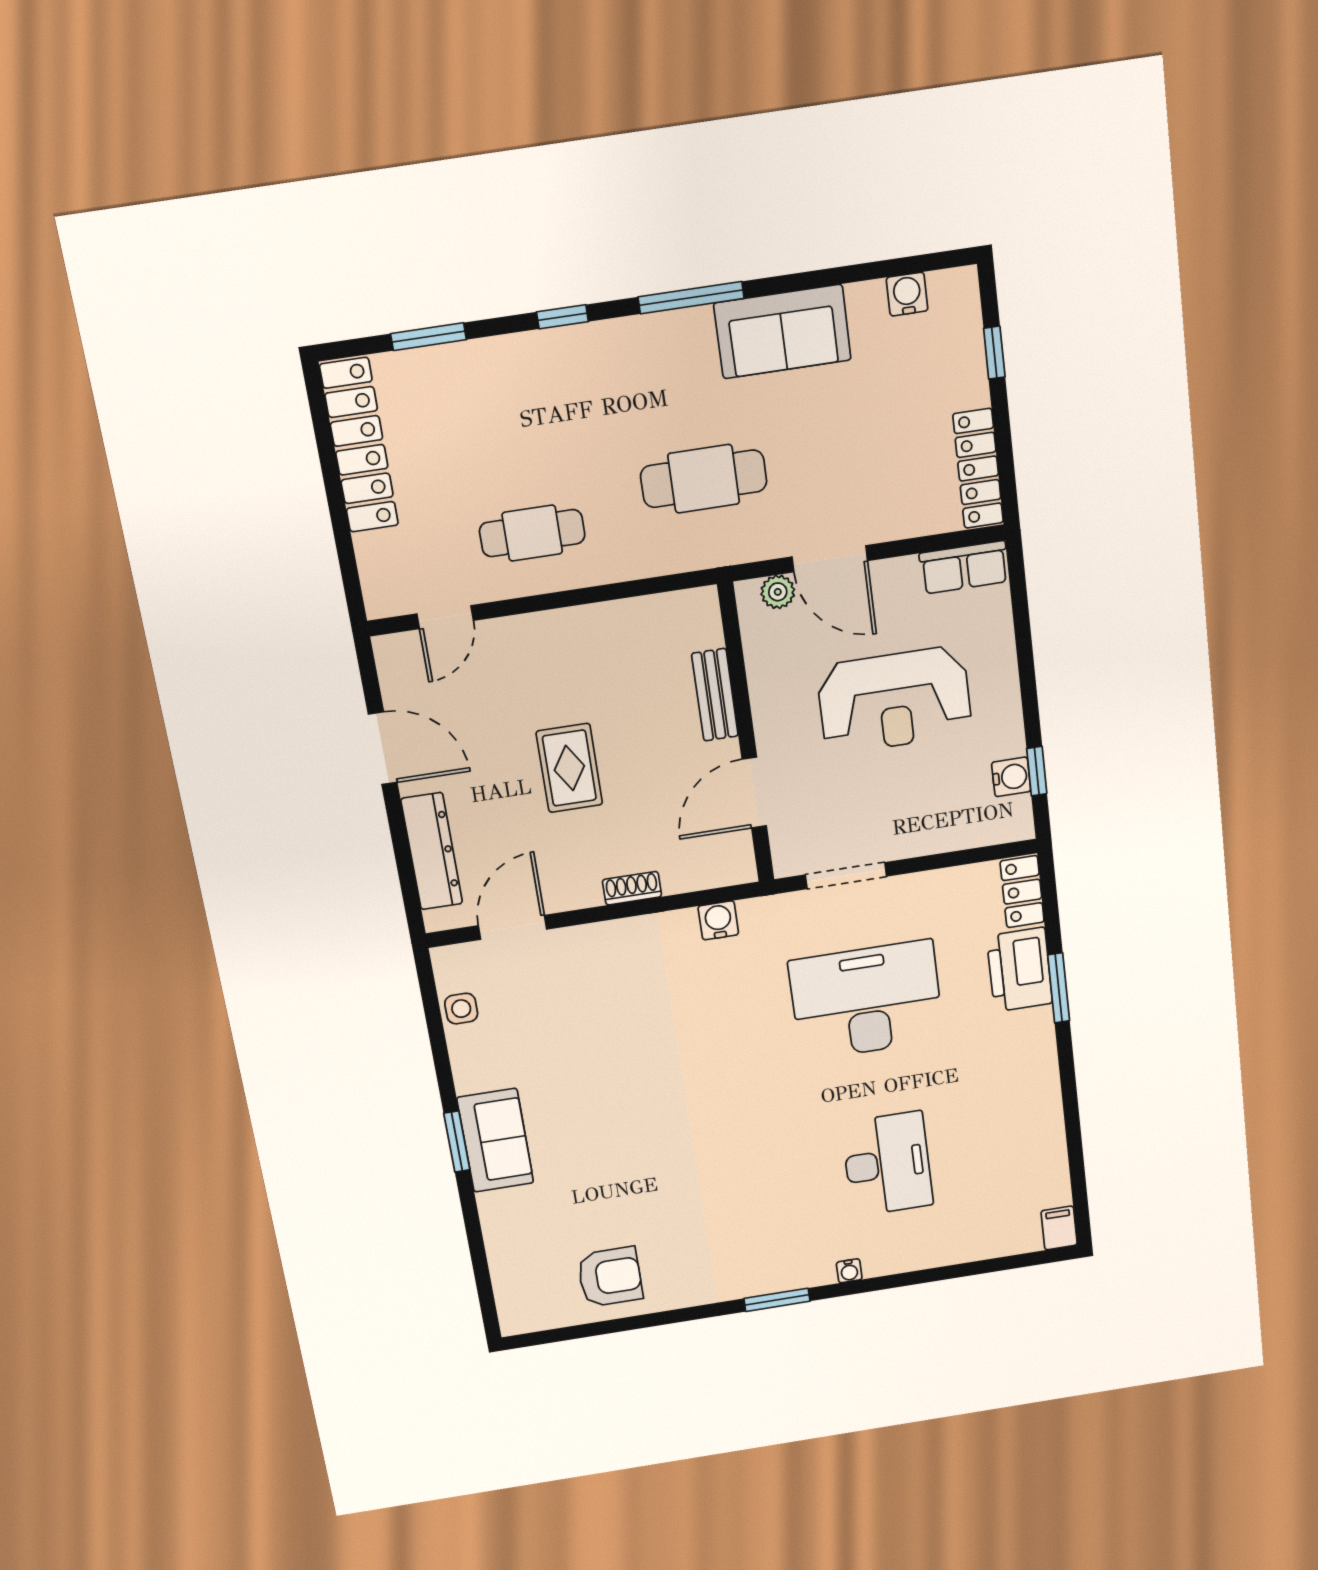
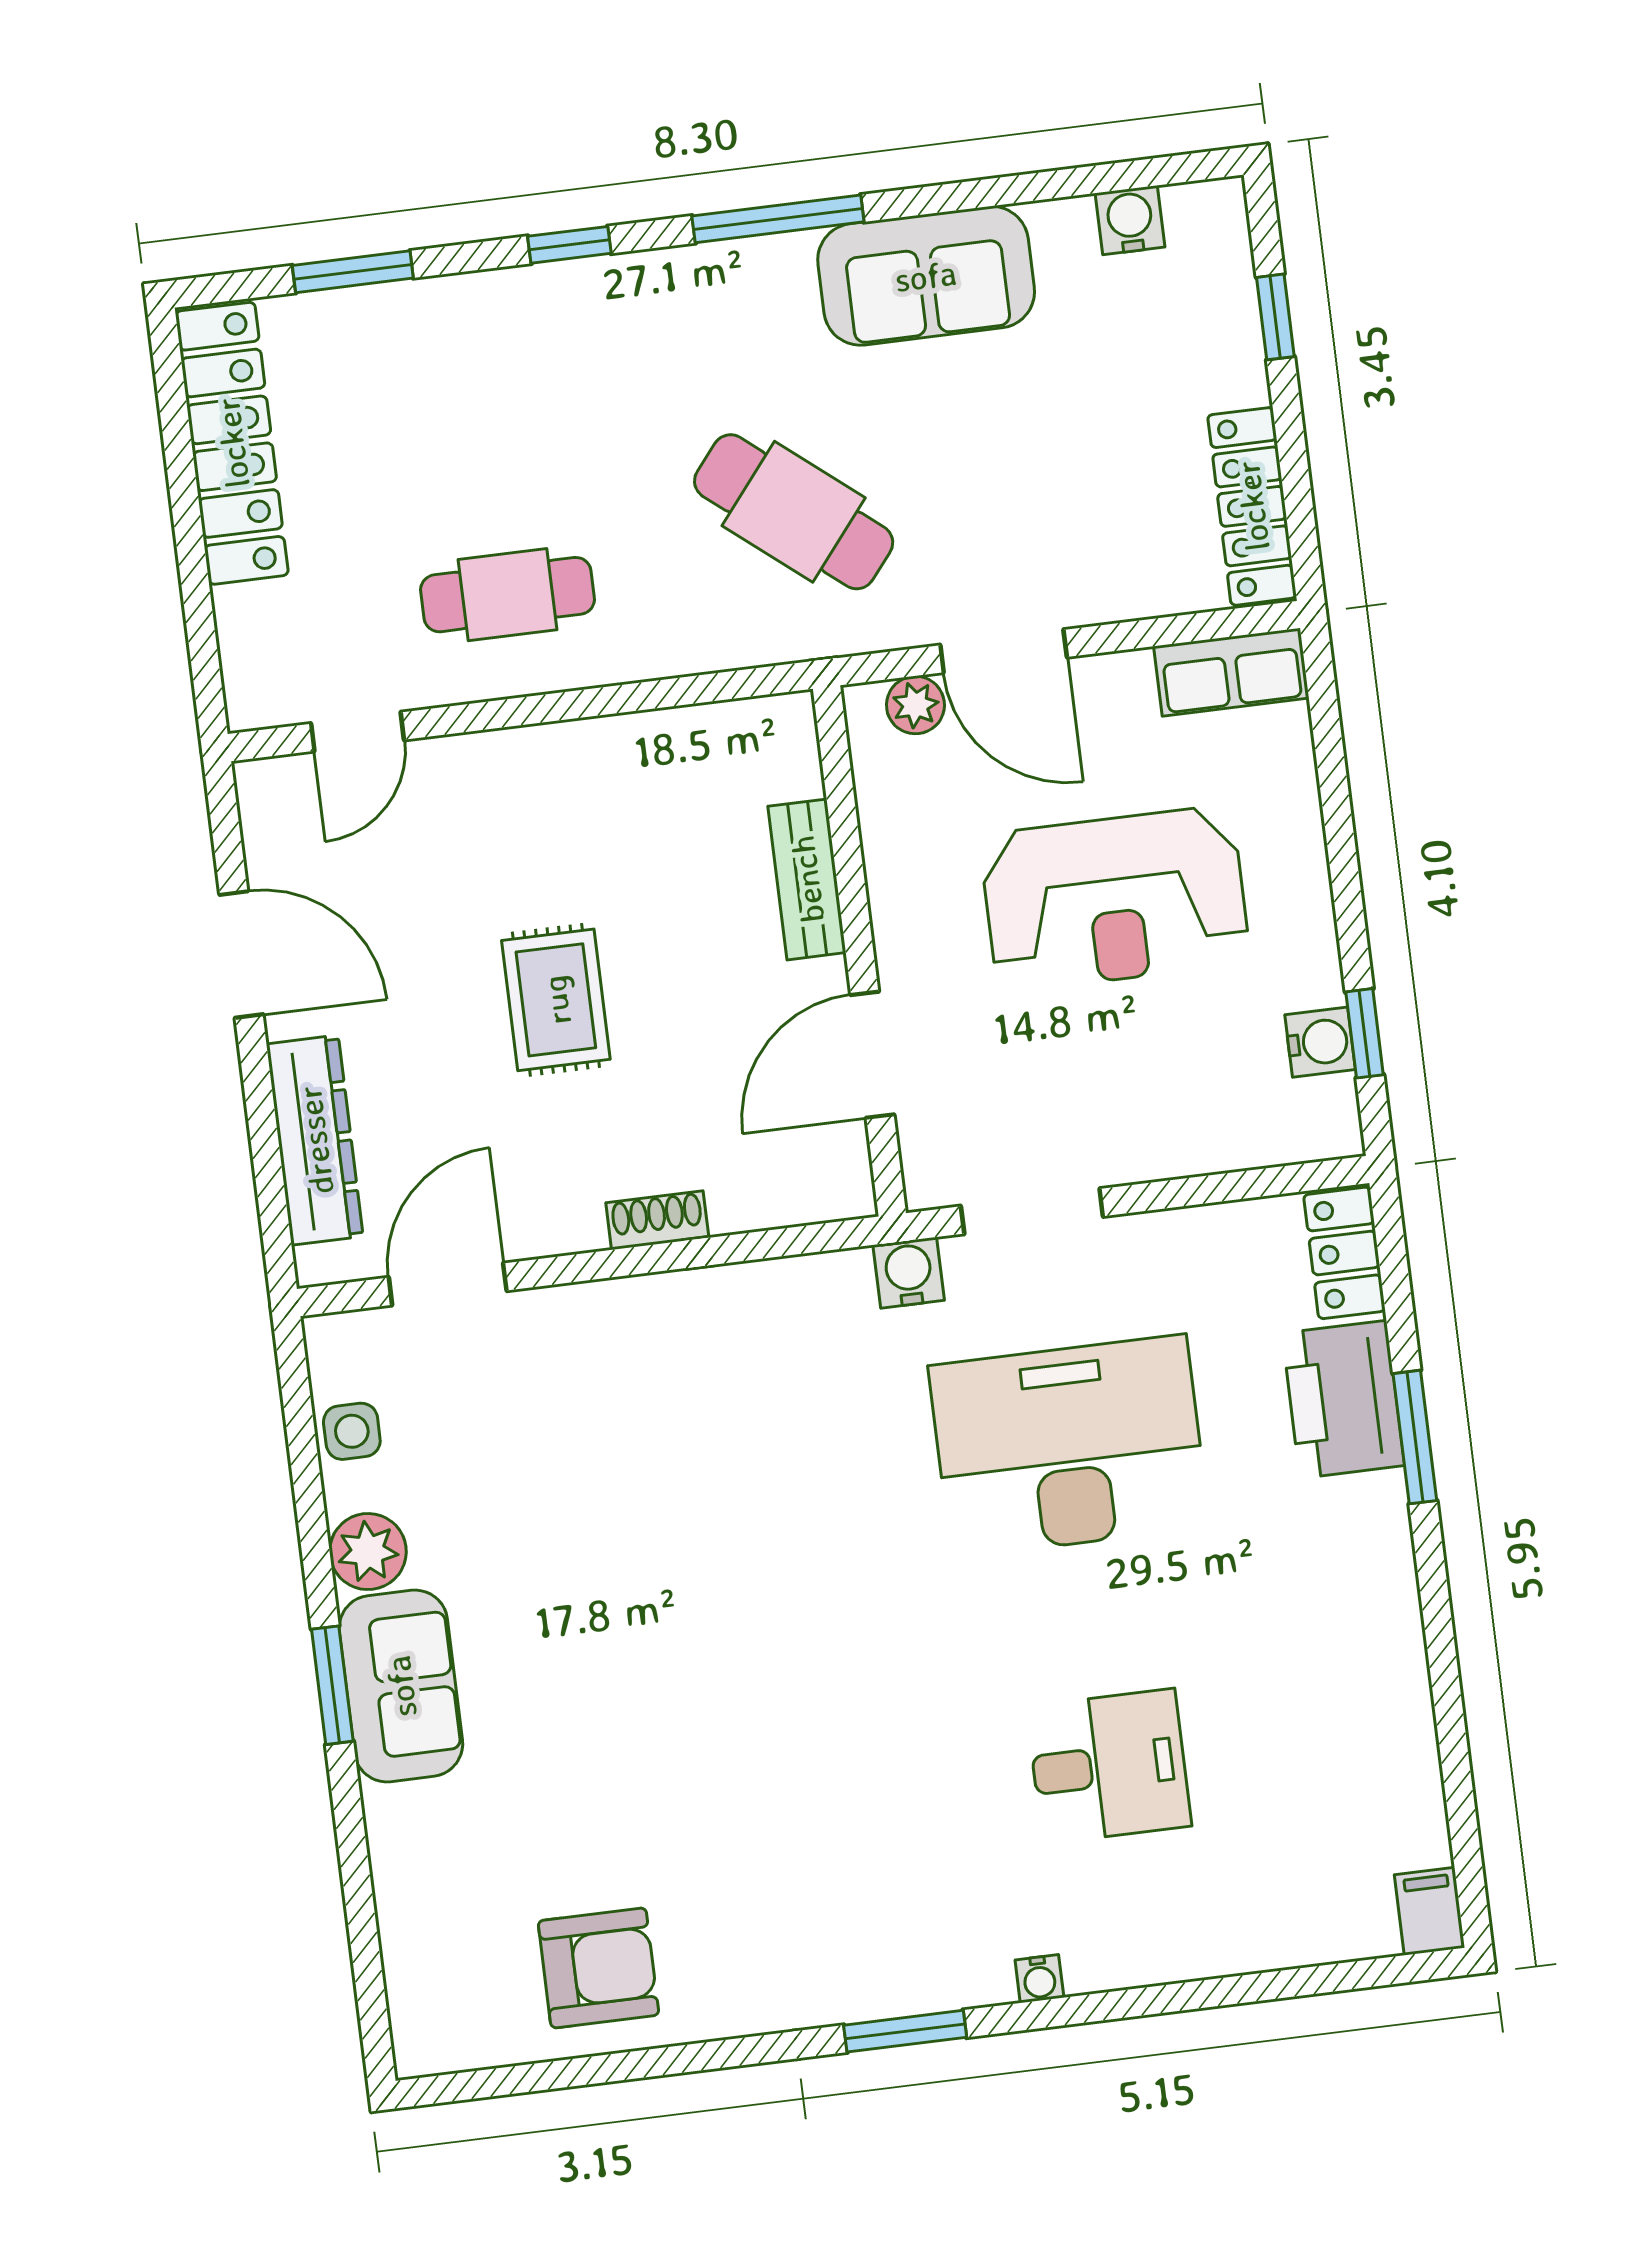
cafe table: (704, 479) -> (794, 512), turned 39
water cooler: (718, 920) -> (909, 1273), moved
plant: (473, 1072) -> (368, 1552), added
desk: (887, 1164) -> (1109, 1766), width x0.73

